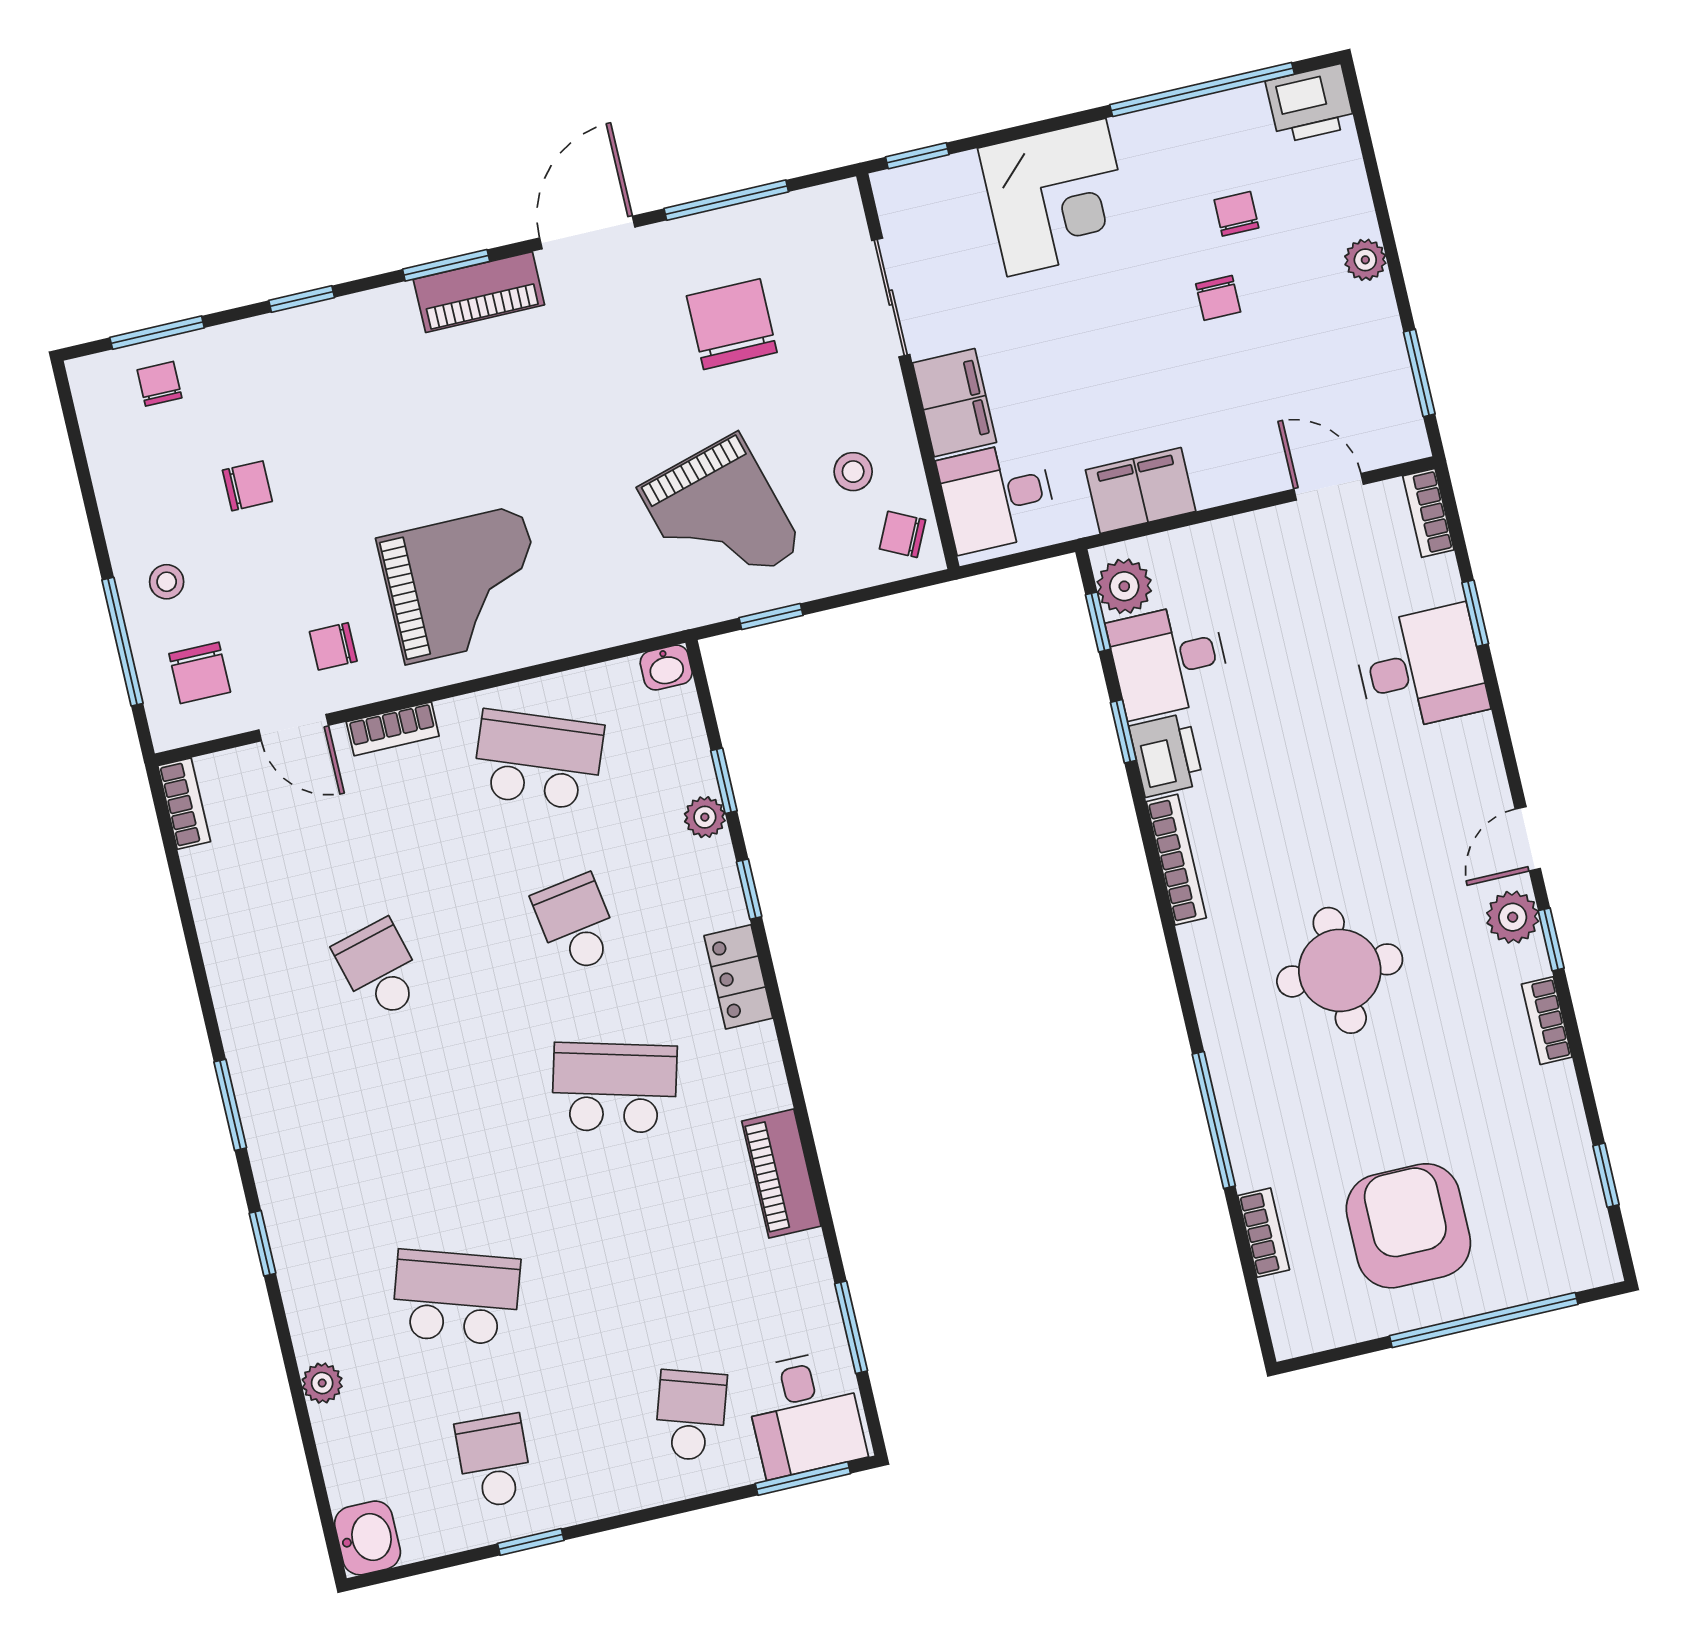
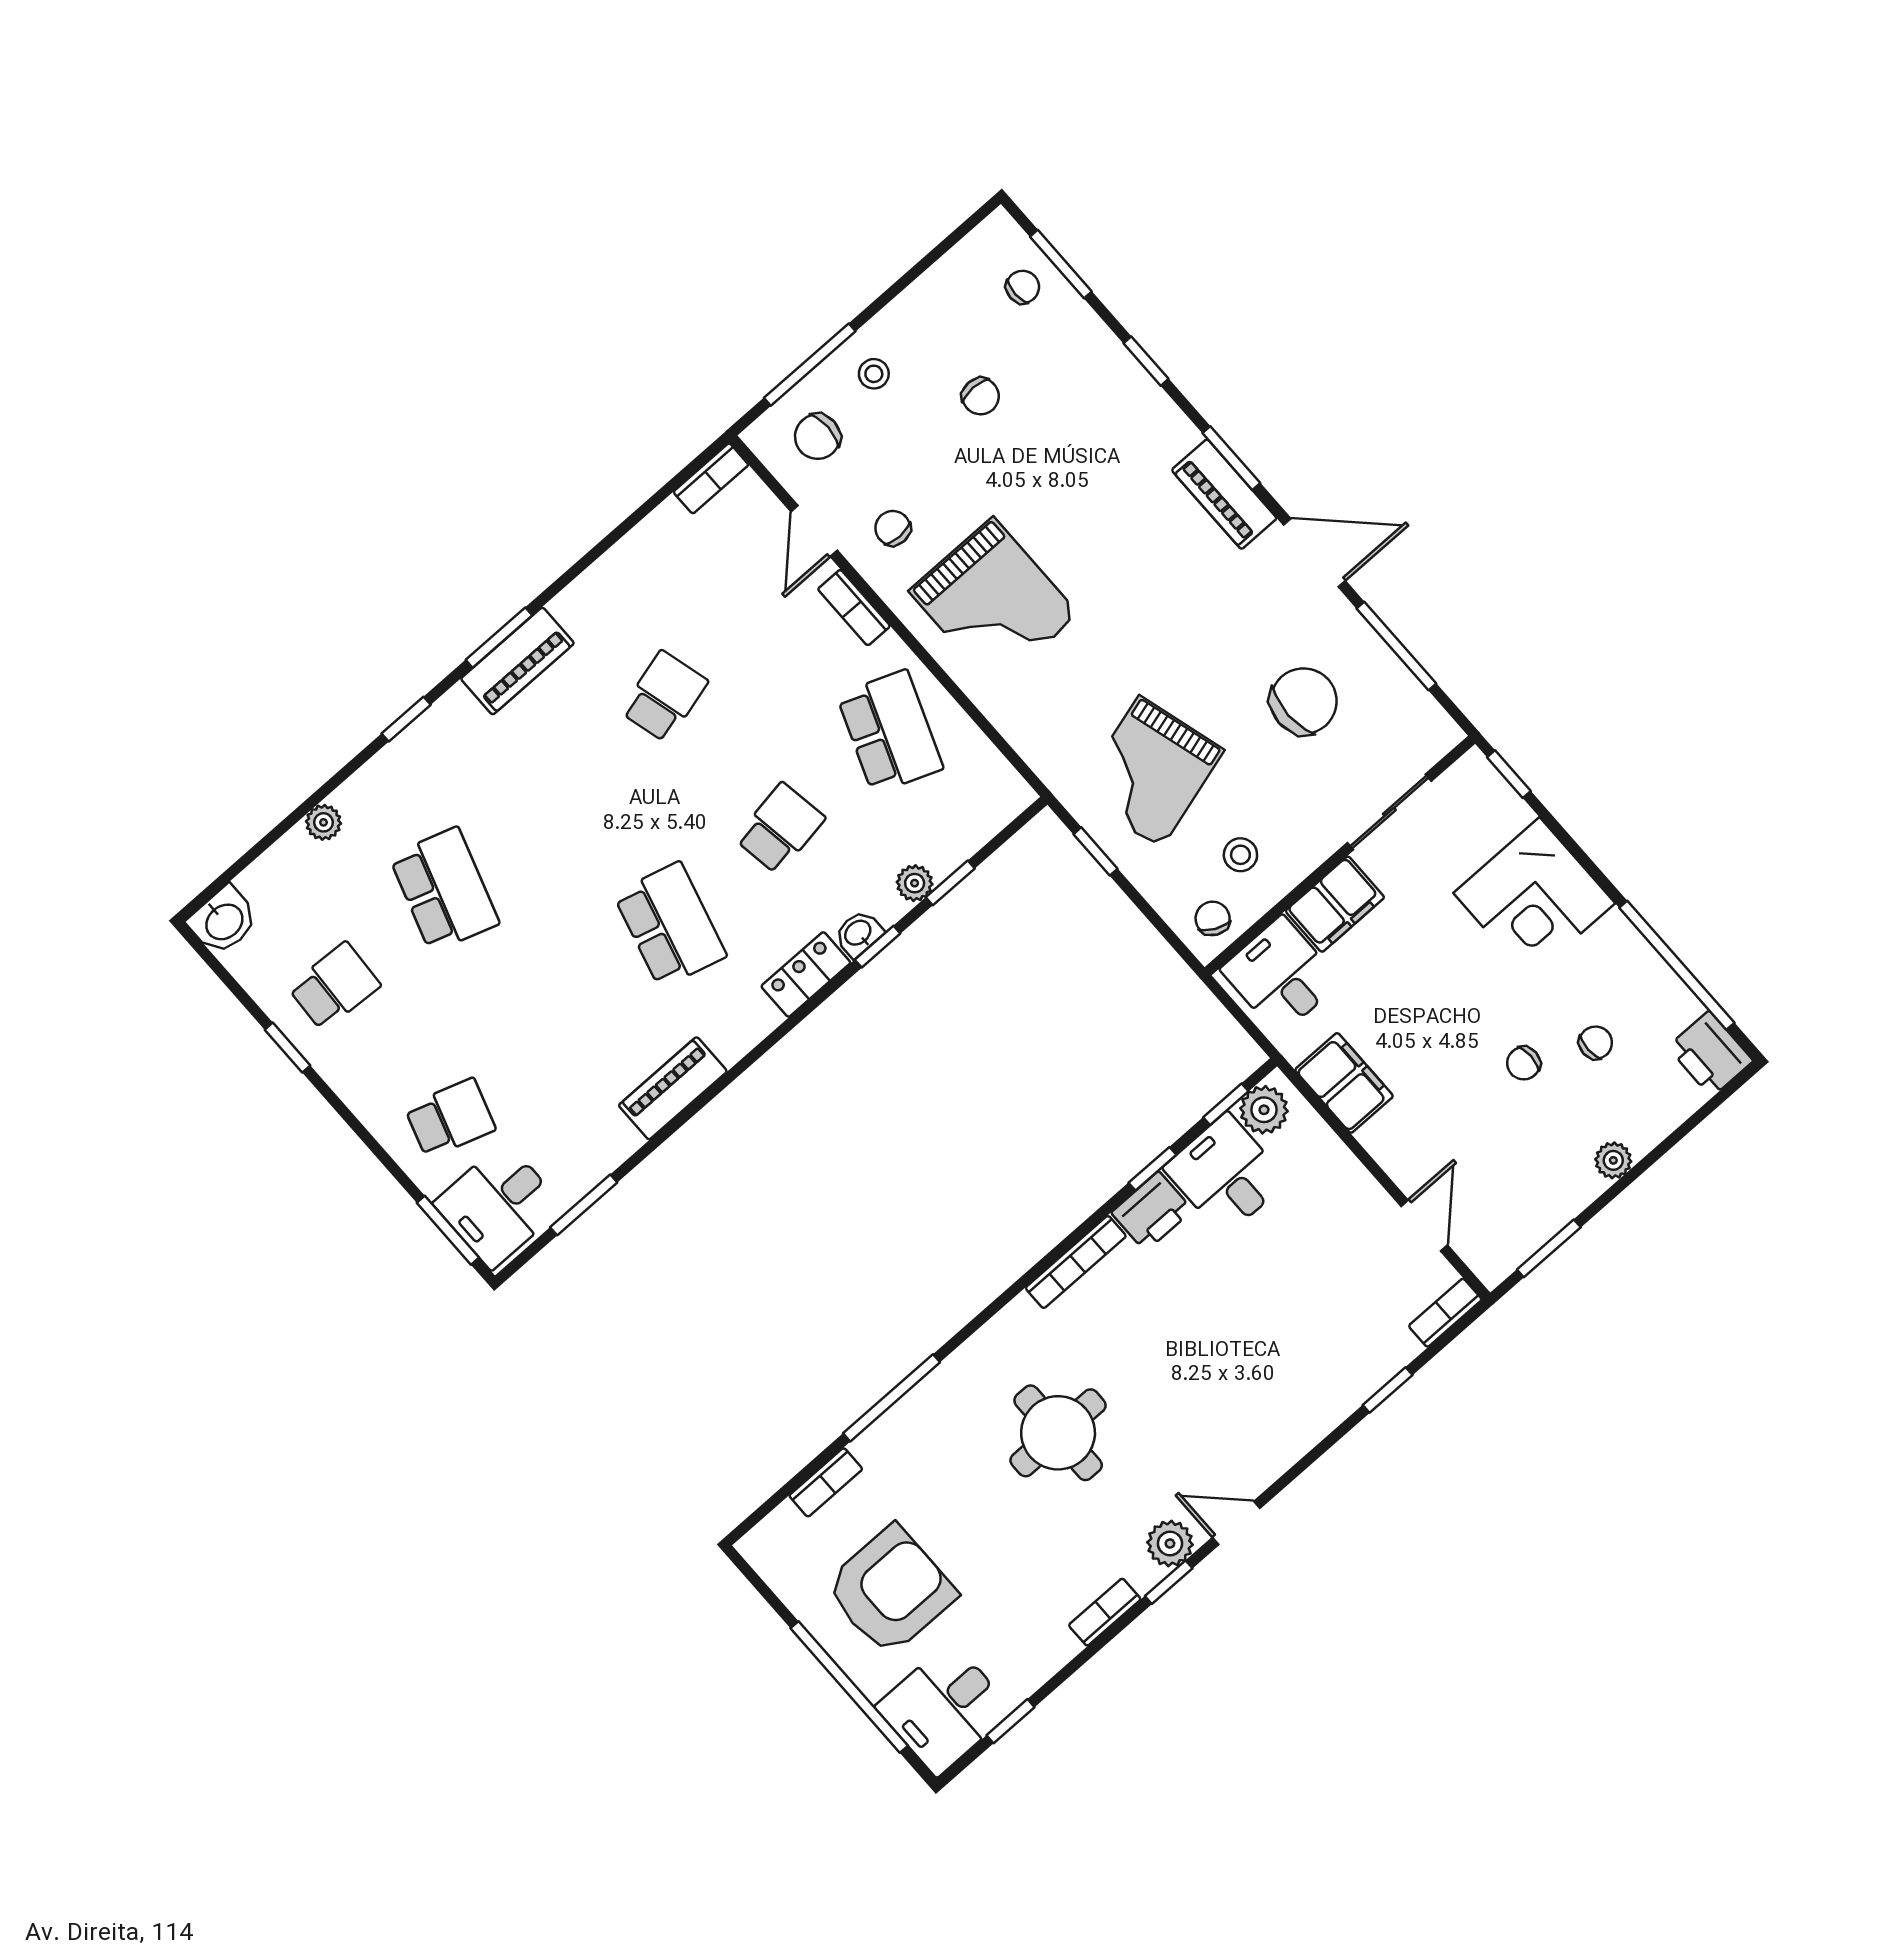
washbasin: (666, 668) -> (858, 933), moved, turned 90
desk: (1421, 668) -> (944, 1708), moved, turned 90
piano: (264, 1099) -> (517, 661), added

